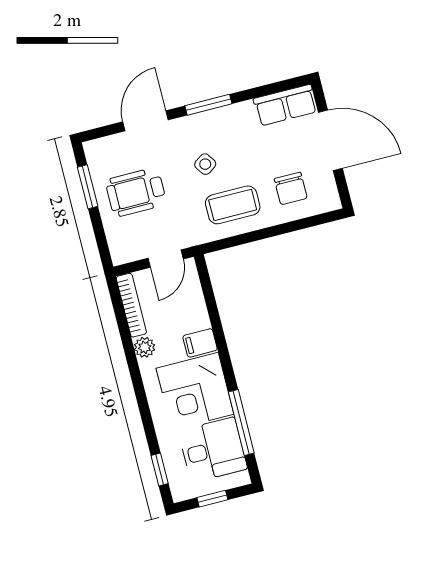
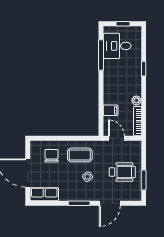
door: (166, 259) -> (116, 138), hinge flipped
filing cabinet: (200, 343) -> (111, 110), moved
corner desk: (195, 391) -> (119, 75), removed
window: (160, 469) -> (144, 69), moved

